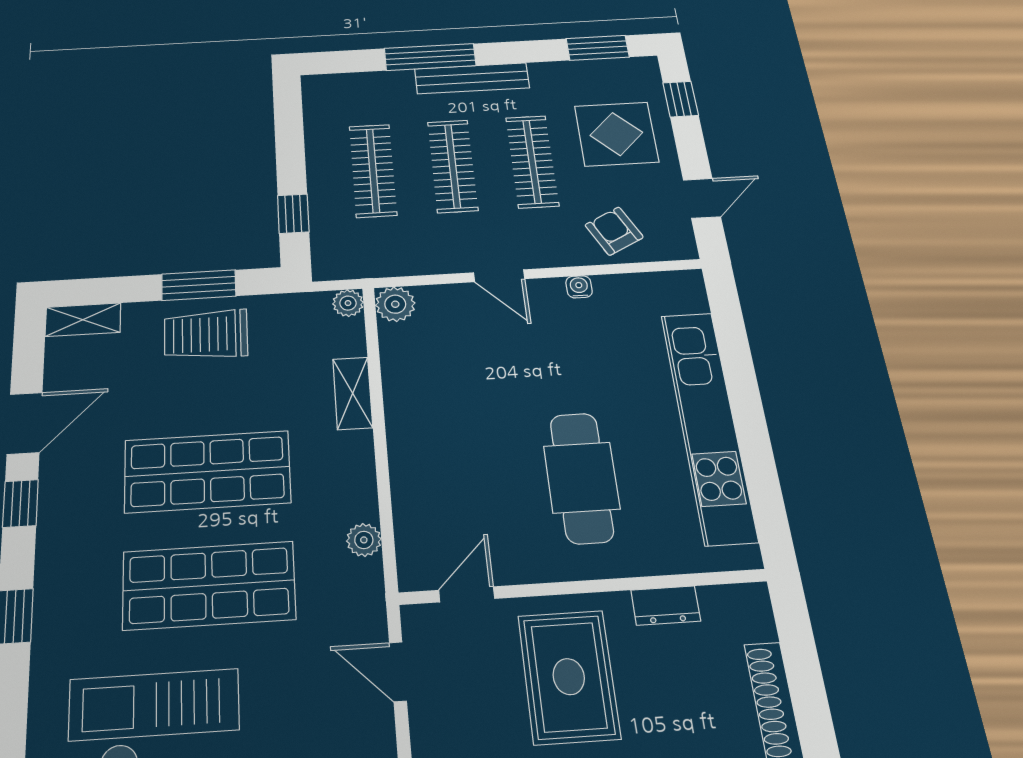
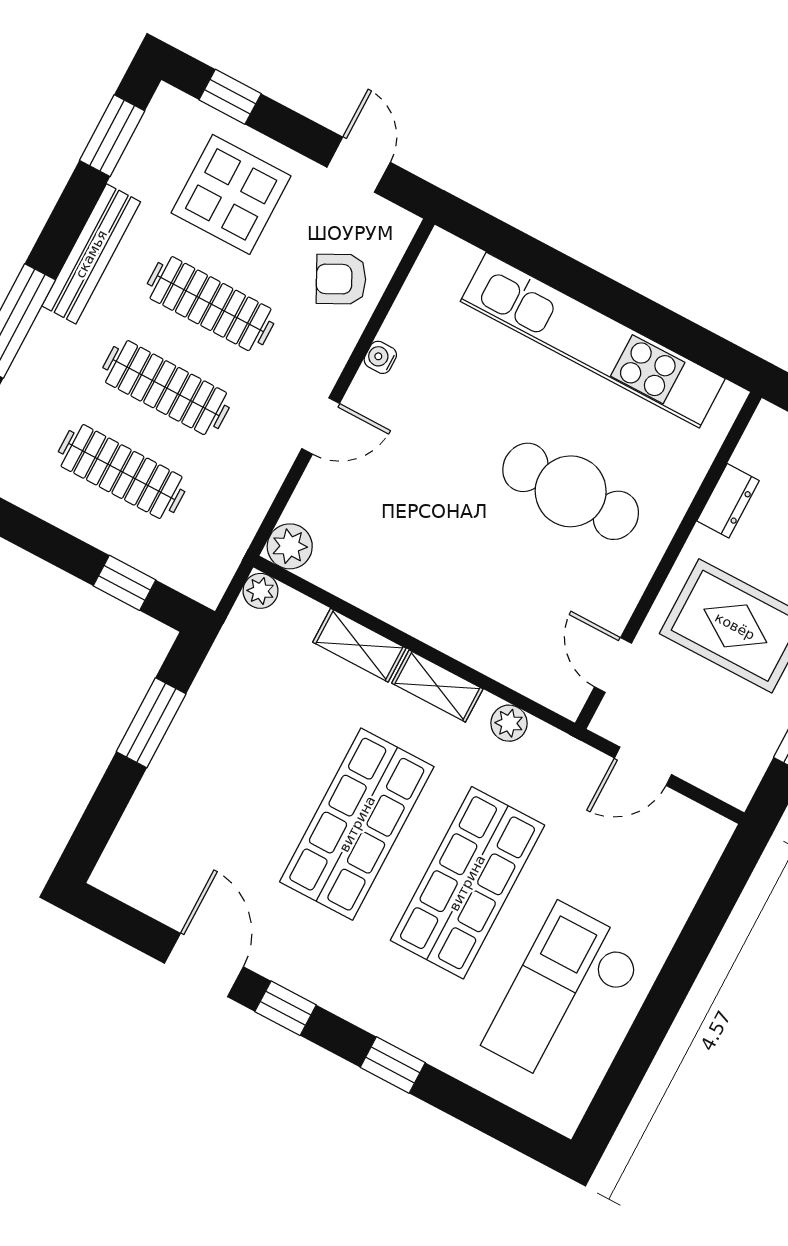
bench: (472, 78) -> (91, 254), moved
shelving: (83, 320) -> (437, 686), moved, turned 90
trolley: (206, 335) -> (211, 746), removed

